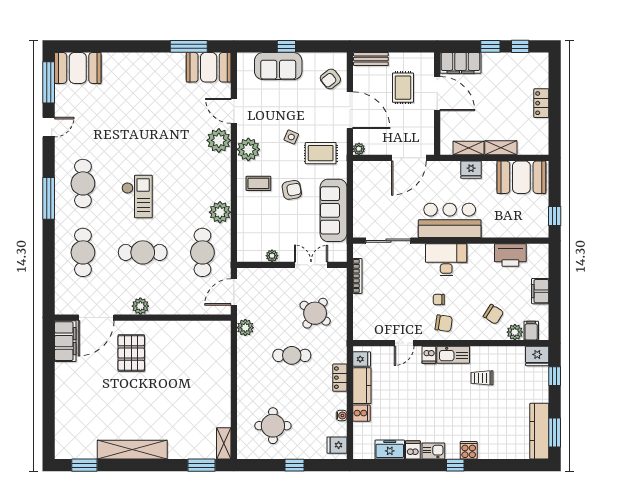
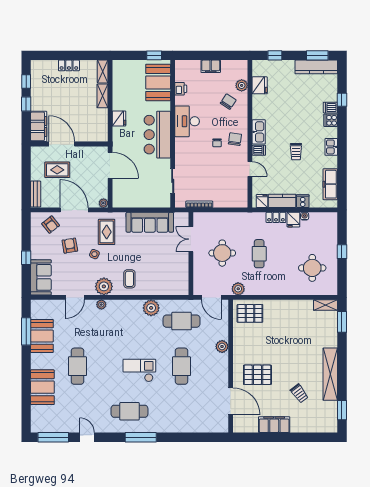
sofa: (278, 66) -> (41, 277), moved
booth: (209, 67) -> (42, 336), moved
booth: (78, 68) -> (42, 387), moved
door: (437, 94) -> (62, 144), hinge flipped
door: (350, 110) -> (74, 210), hinge flipped
plant: (219, 140) -> (101, 305), width x0.53, depth x0.53
shelving: (468, 148) -> (103, 71), moved
booth: (521, 177) -> (158, 82), moved
armchair: (292, 190) -> (70, 246), moved
sliding door: (388, 241) -> (173, 181), width x0.73
cafe table: (83, 252) -> (77, 366), moved, turned 90
printer: (510, 255) -> (181, 89), width x0.53, depth x0.68
plant: (272, 256) -> (184, 269), removed
desk: (446, 260) -> (187, 121), moved
plant: (140, 306) -> (222, 346), moved
round table: (315, 313) -> (222, 253), moved, turned -36
filing cabinet: (531, 331) -> (240, 73), removed
filing cabinet: (65, 341) -> (274, 425), moved
pallet: (213, 343) -> (250, 313), added
fridge: (537, 356) -> (260, 85), moved
trolley: (482, 378) -> (296, 152), moved
trolley: (107, 408) -> (299, 393), added
fridge: (337, 445) -> (293, 220), moved
freezer: (390, 450) -> (330, 184), width x1.40
dishwasher: (413, 450) -> (330, 108), moved
window: (455, 465) -> (342, 100), moved

